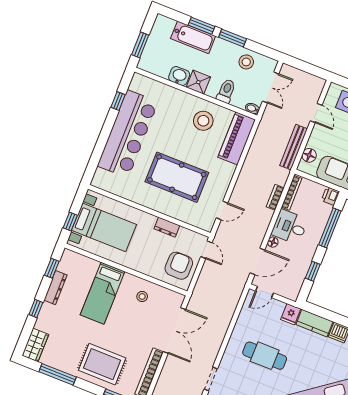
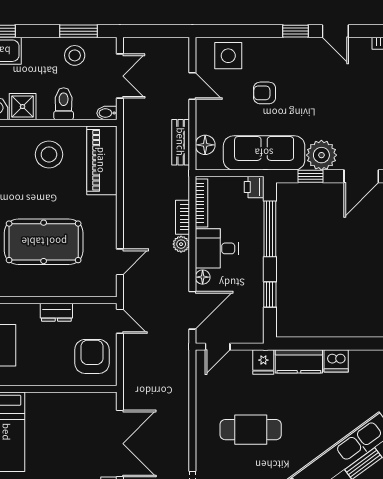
window: (233, 38) -> (79, 31), moved
bench: (294, 147) -> (181, 142), width x0.73
plant: (267, 215) -> (181, 244), added
stool: (142, 296) -> (60, 416), removed

